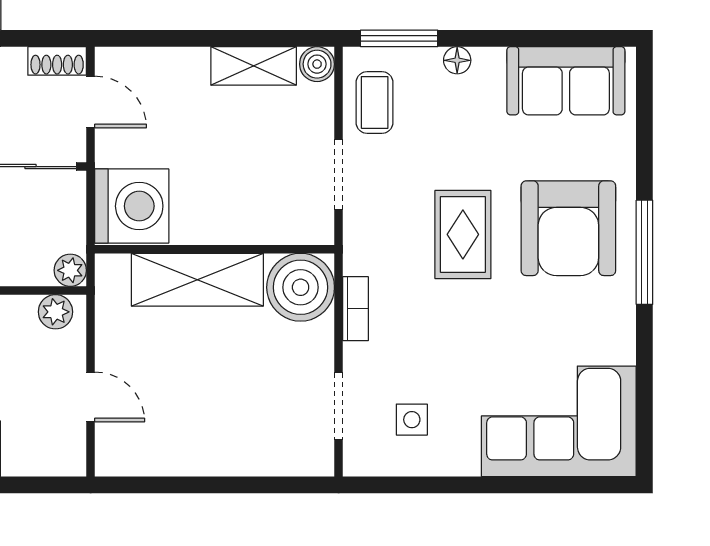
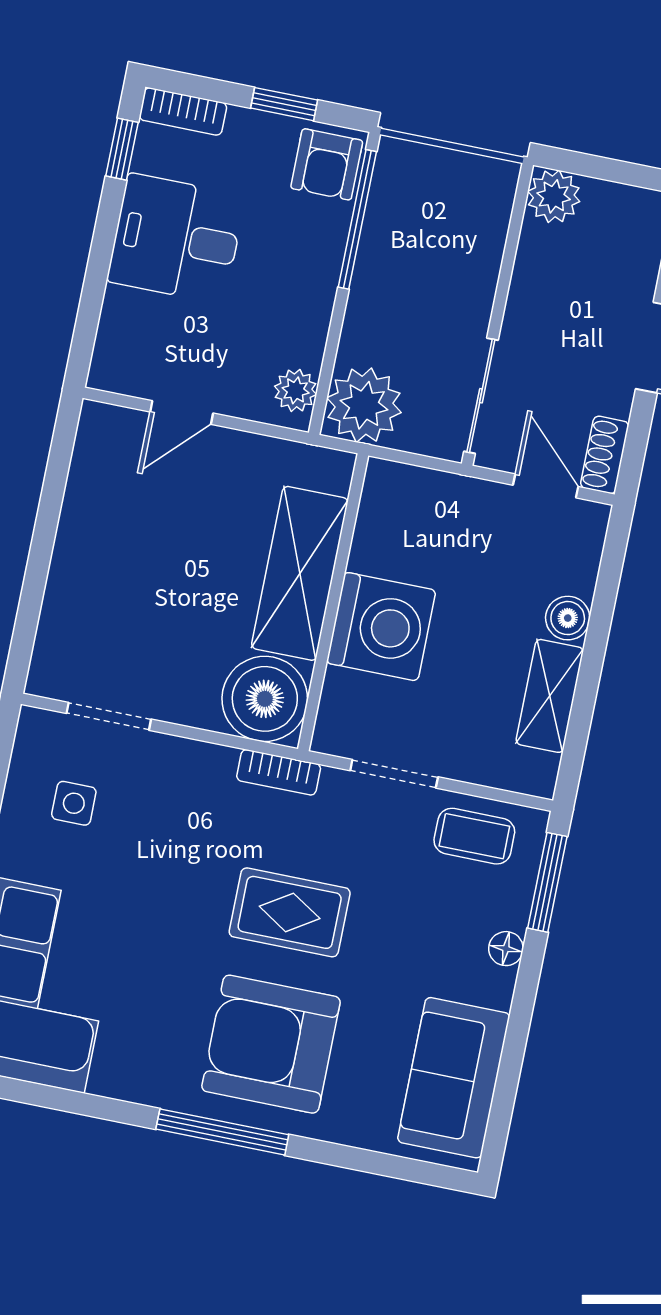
boiler: (317, 64) -> (568, 618), moved
door: (91, 102) -> (546, 486), swing flipped
washing machine: (132, 206) -> (381, 627), moved, turned -90
plant: (70, 270) -> (364, 405), width x1.88, depth x1.88
bookcase: (356, 309) -> (279, 772), moved

